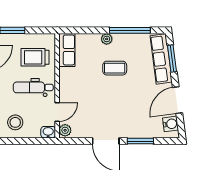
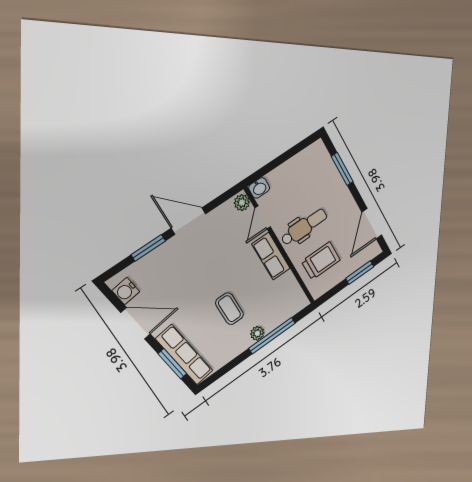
window: (130, 30) -> (272, 336), moved
row of seats: (67, 50) -> (271, 256), moved
coffee table: (115, 68) -> (229, 309), turned 90
door: (178, 100) -> (136, 323), hinge flipped
stool: (15, 122) -> (301, 175), removed

